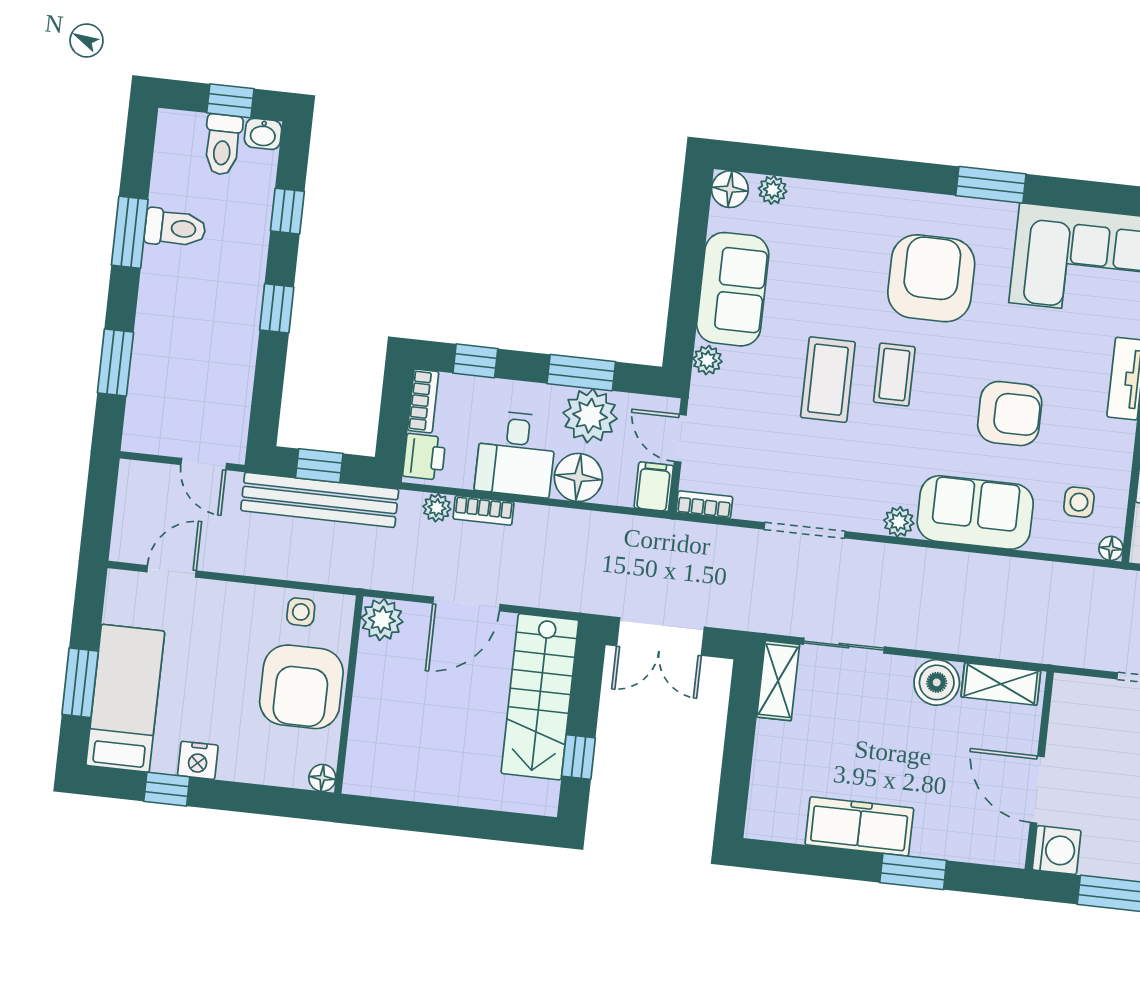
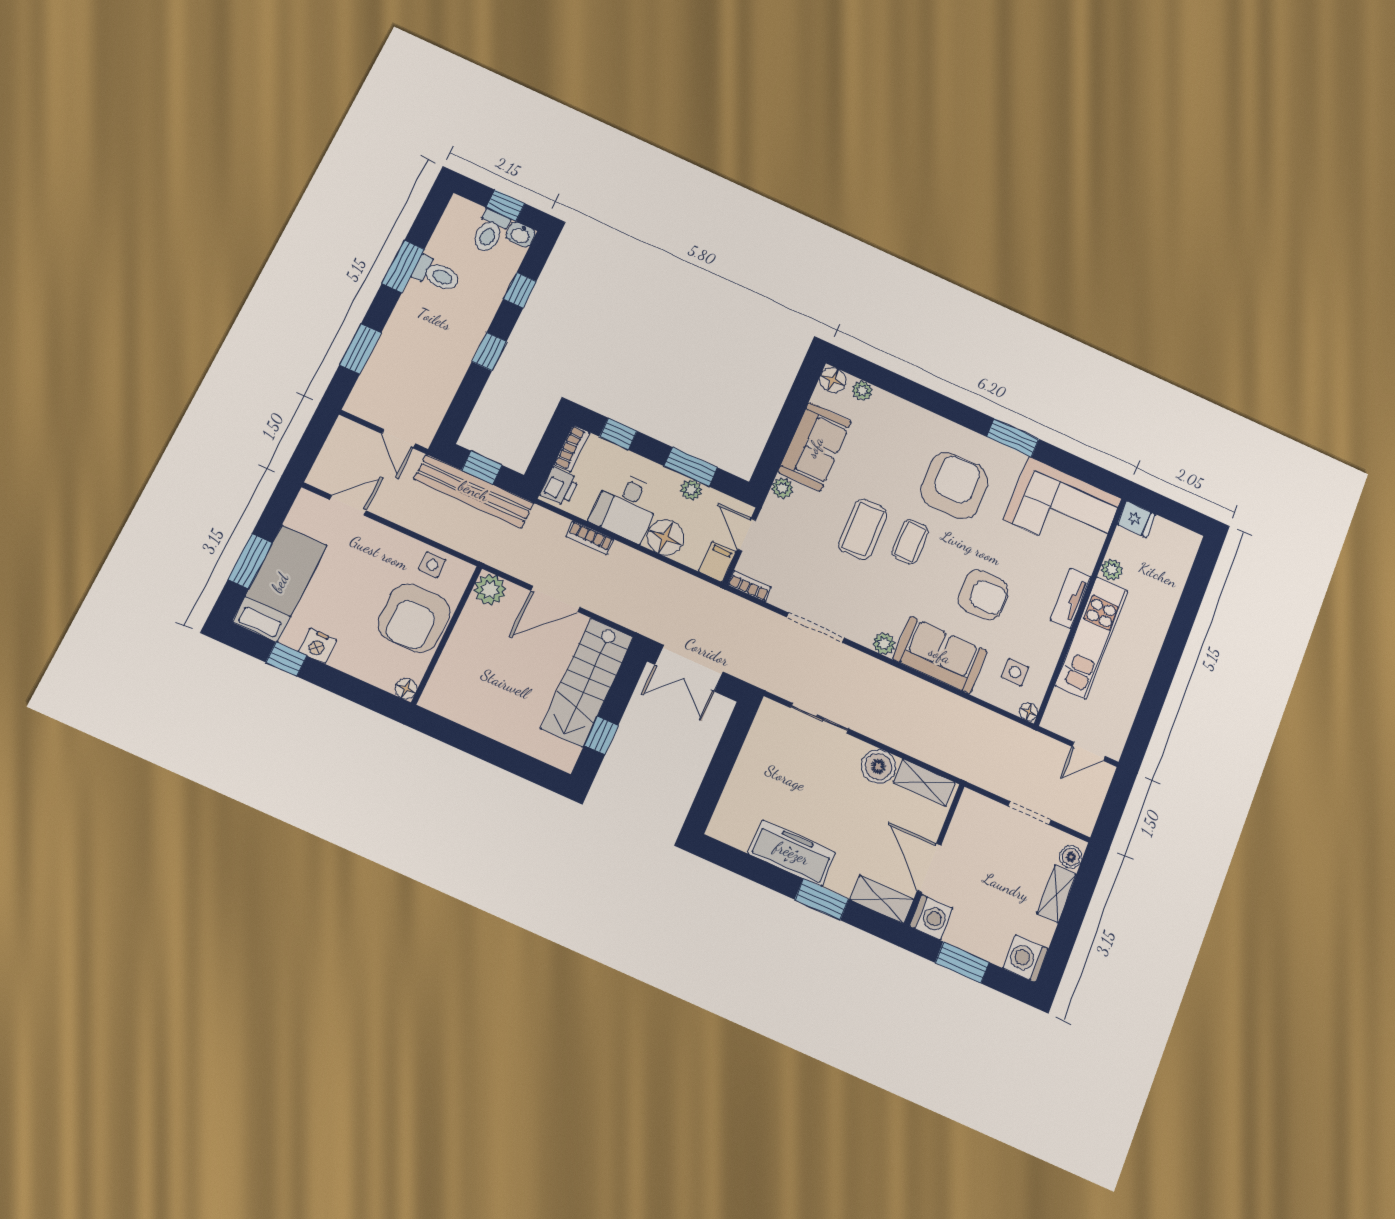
plant: (590, 416) -> (691, 490), width x0.53, depth x0.53
plant: (437, 508) -> (557, 525), removed
shelving: (778, 681) -> (882, 899), moved, turned 90

